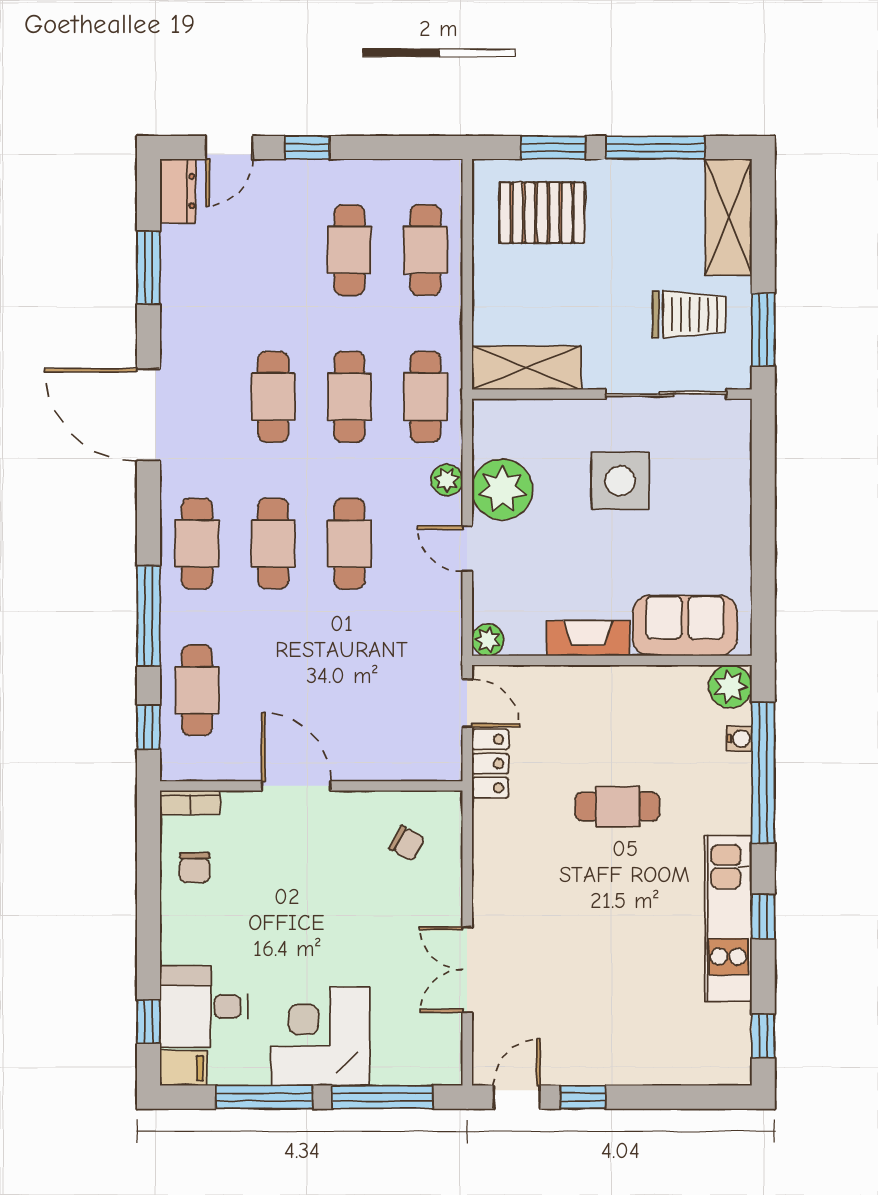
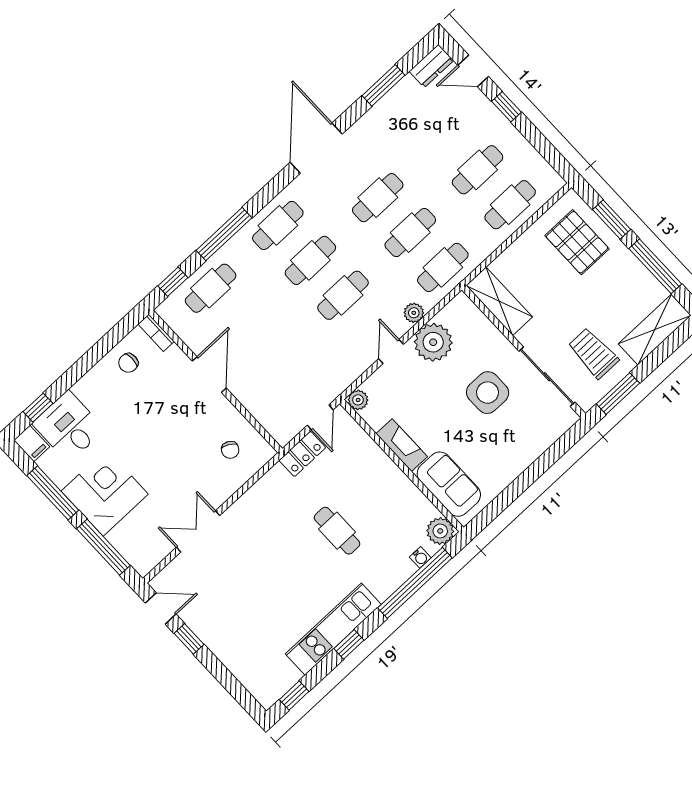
trolley: (689, 314) -> (593, 353), turned 180

